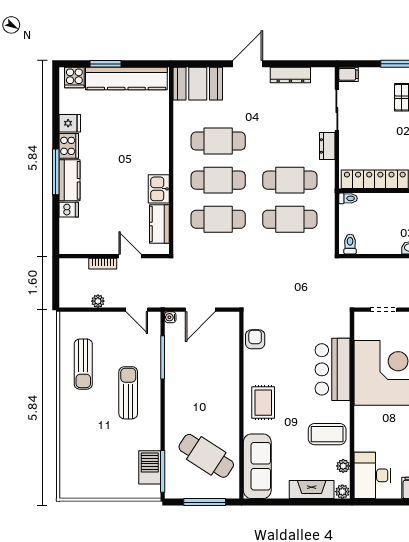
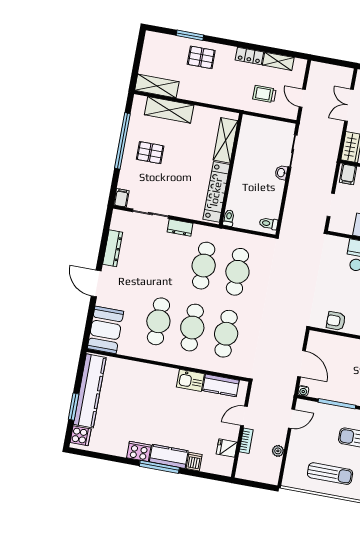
fridge: (70, 123) -> (227, 448), moved, turned -90

